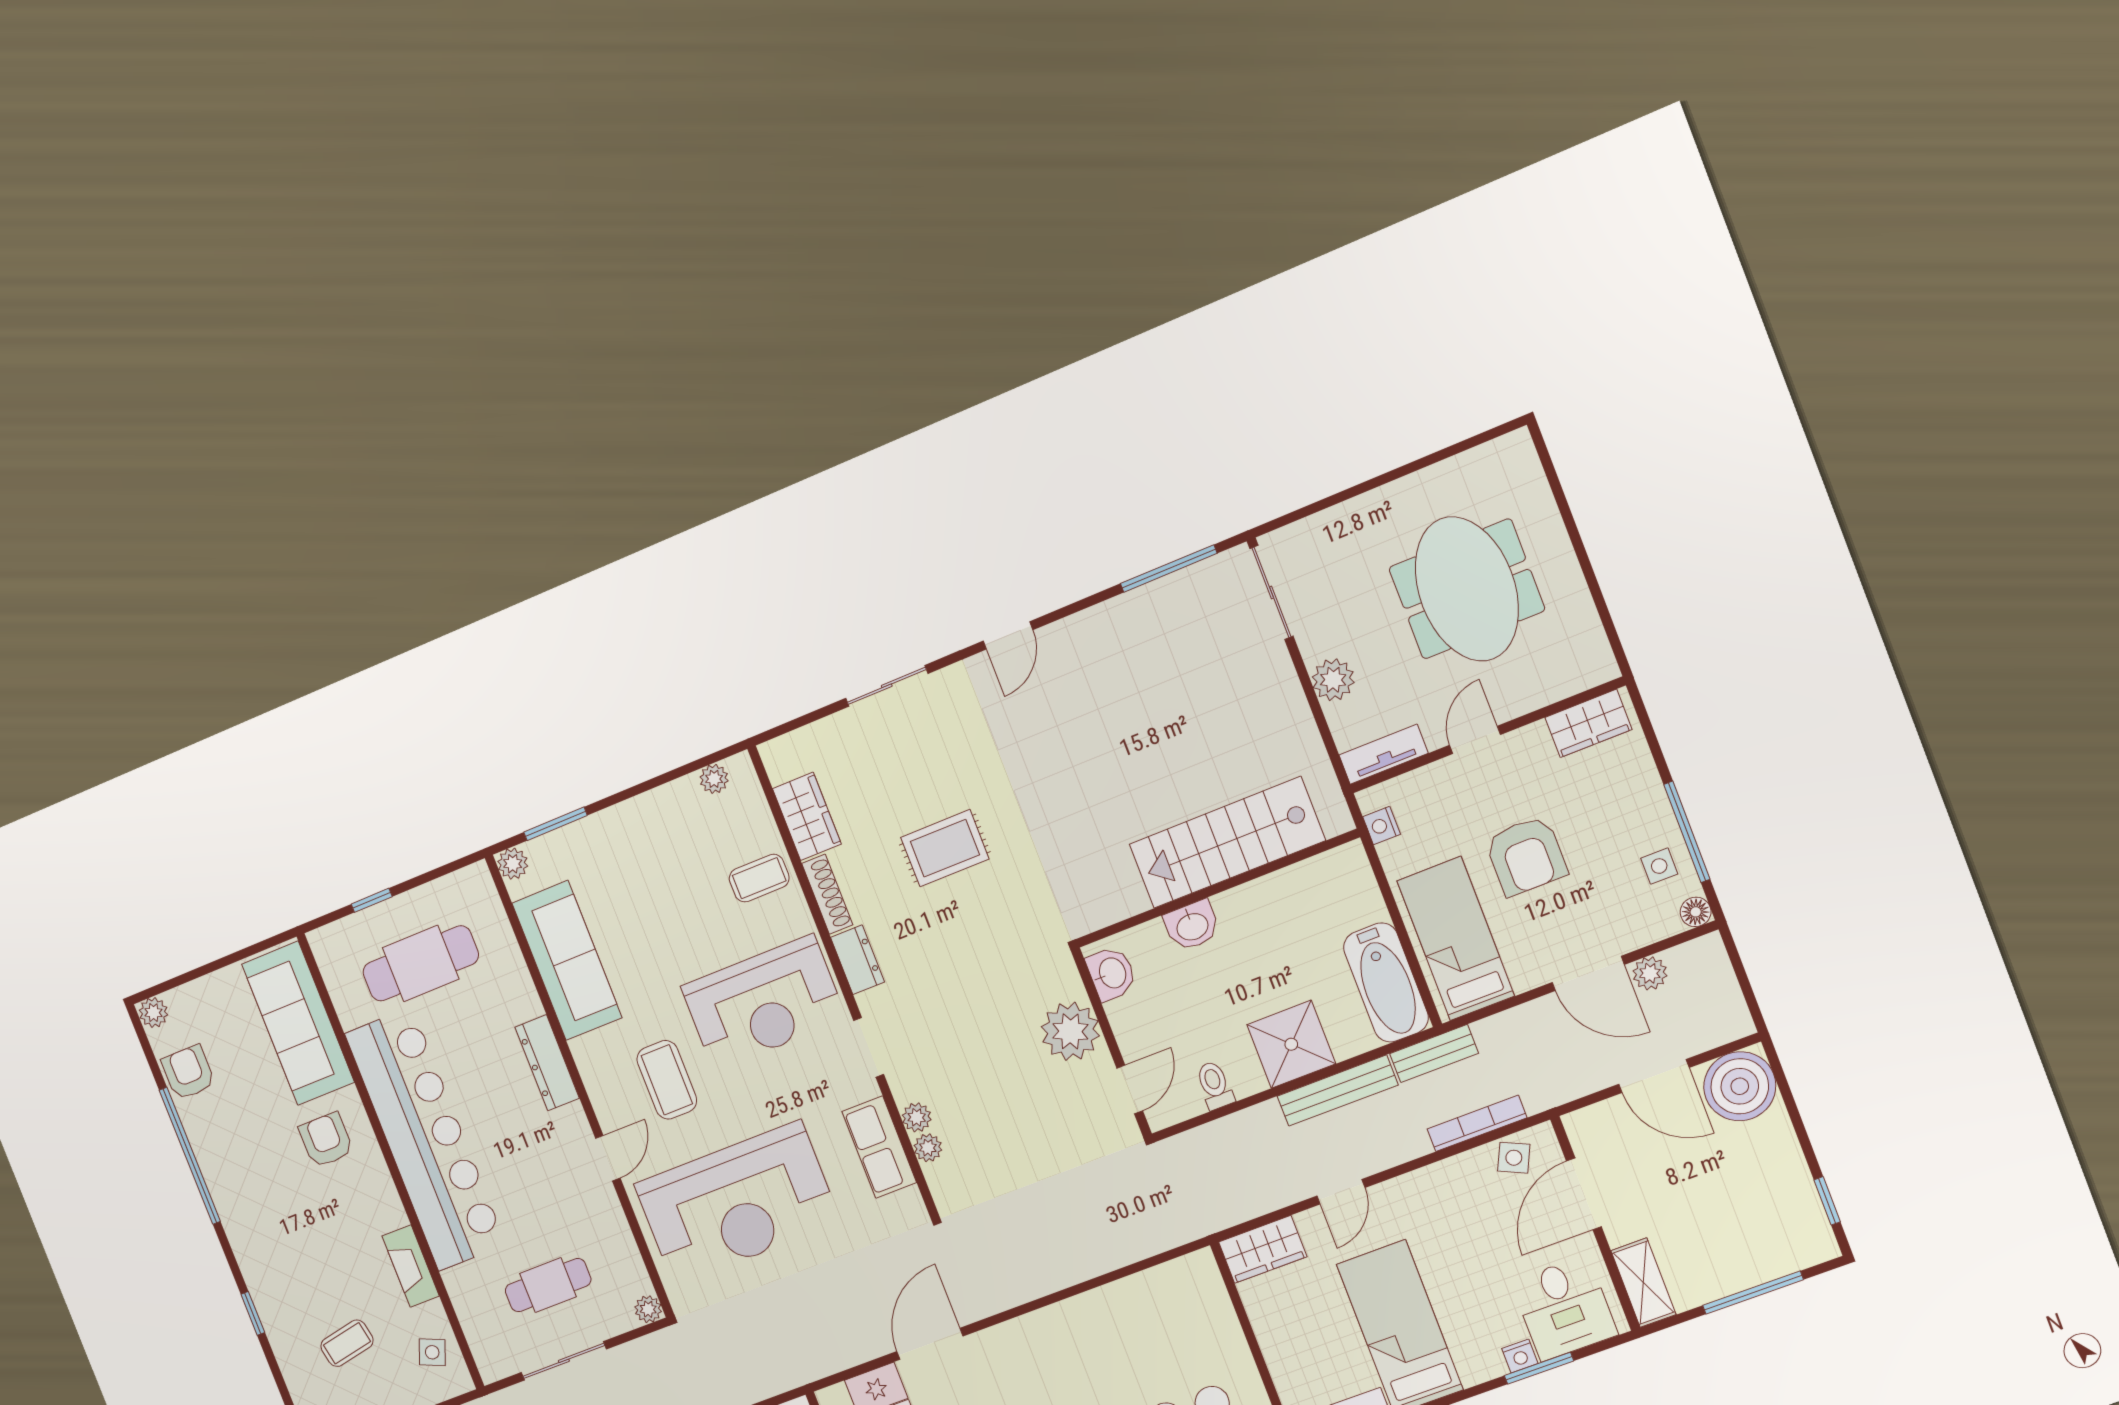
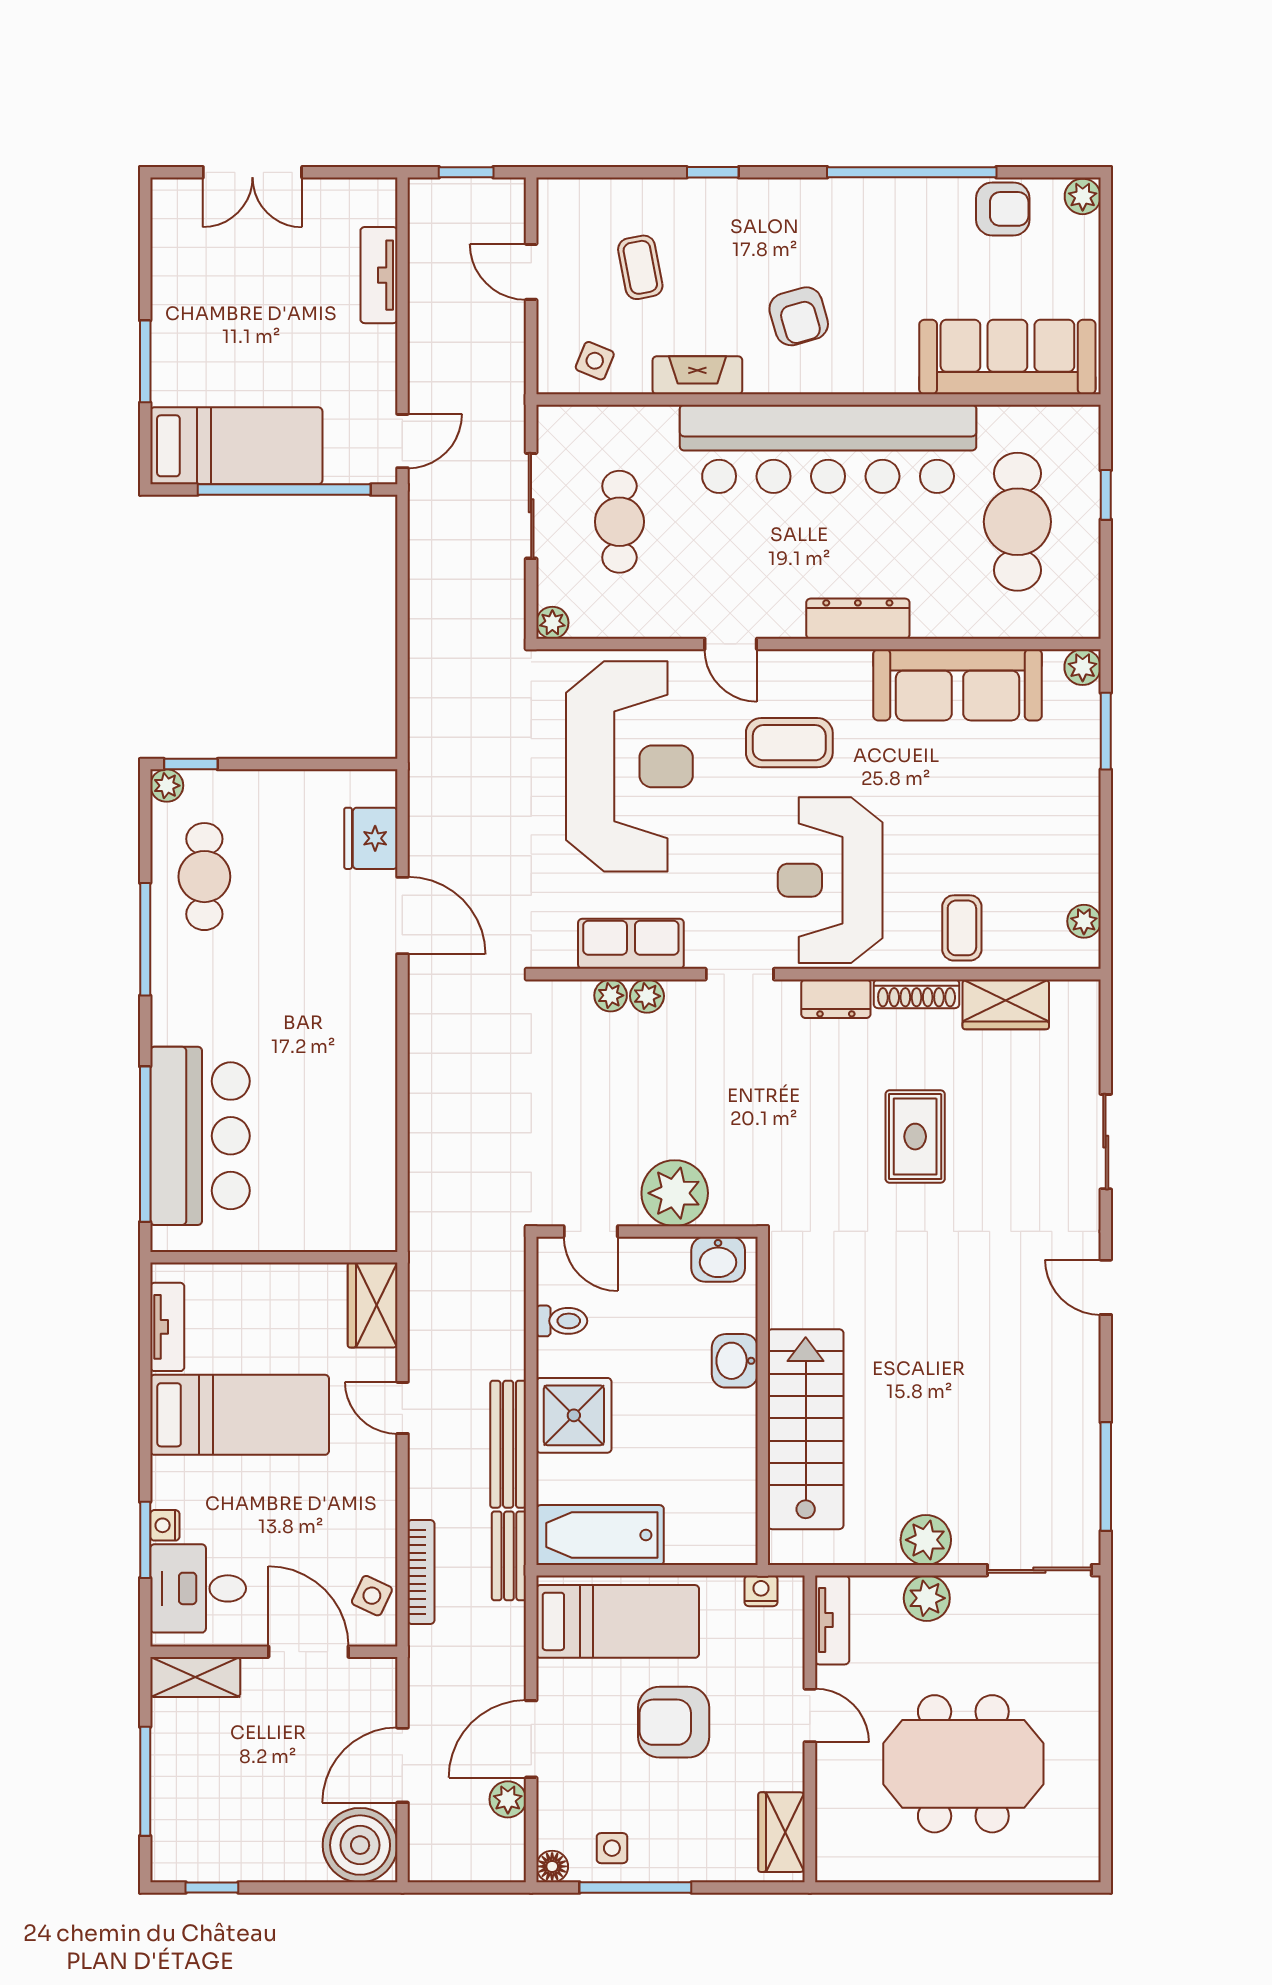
plant: (1283, 701) -> (926, 1540), added
armchair: (326, 1140) -> (799, 316), moved, turned 74
reception desk: (737, 1203) -> (629, 766), turned 180

